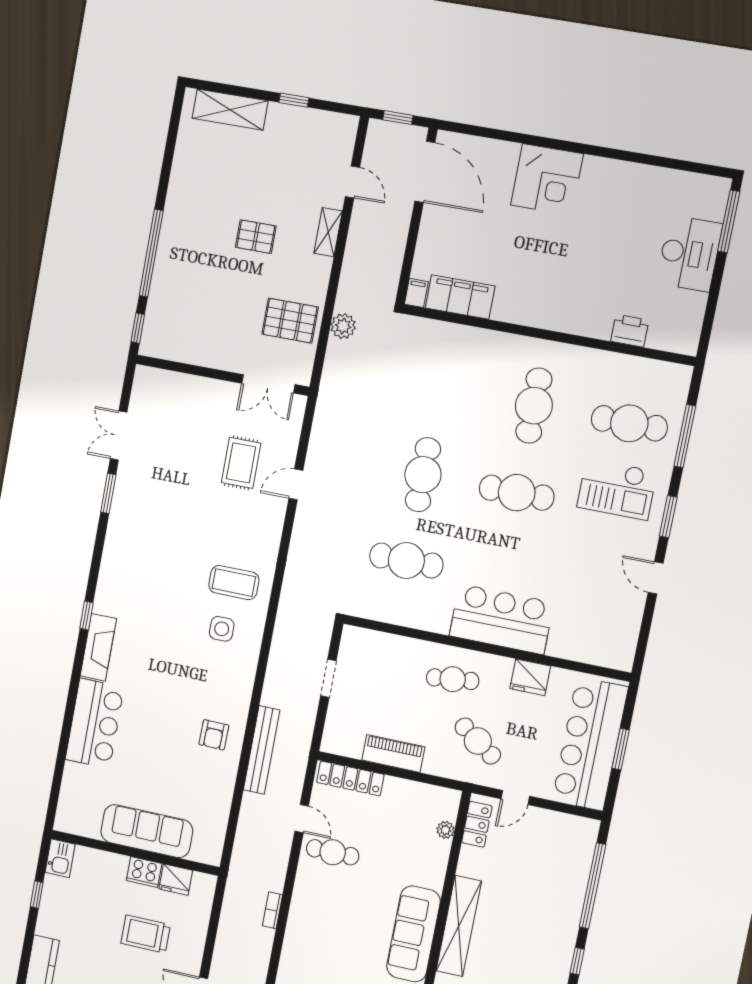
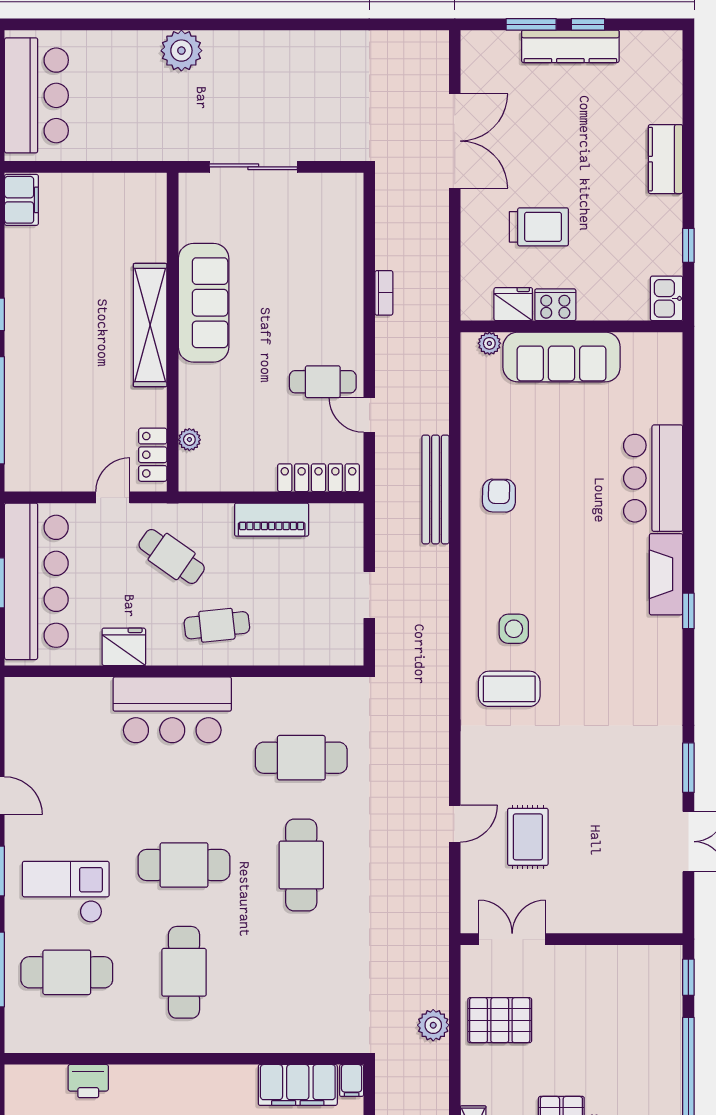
plant: (199, 854) -> (489, 343), added

